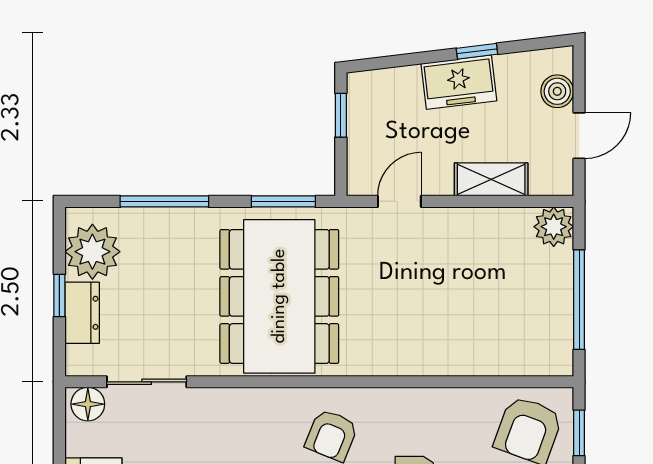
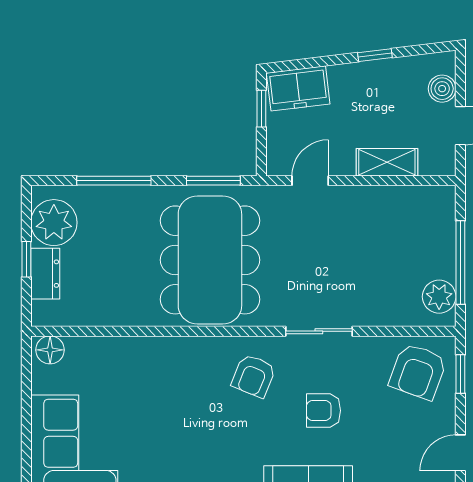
freezer: (459, 82) -> (298, 88), moved
plant: (554, 227) -> (439, 297), moved
sliding door: (147, 382) -> (319, 331), moved

